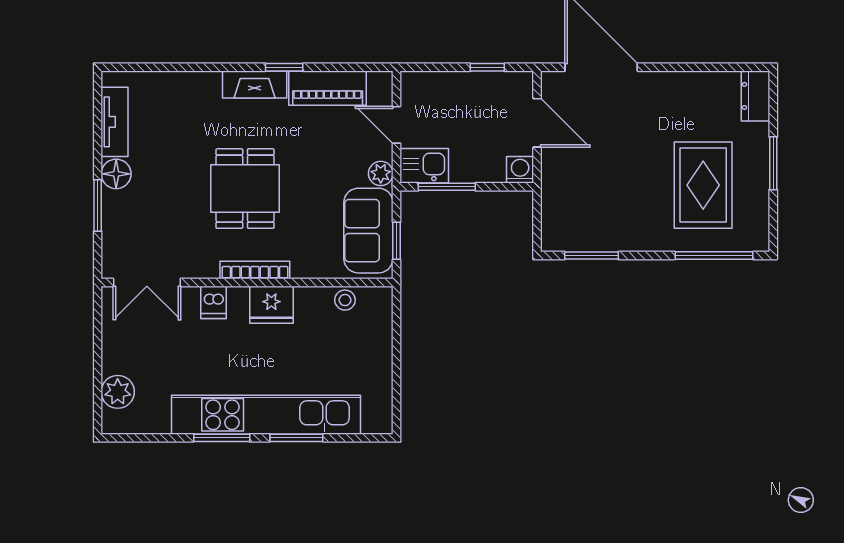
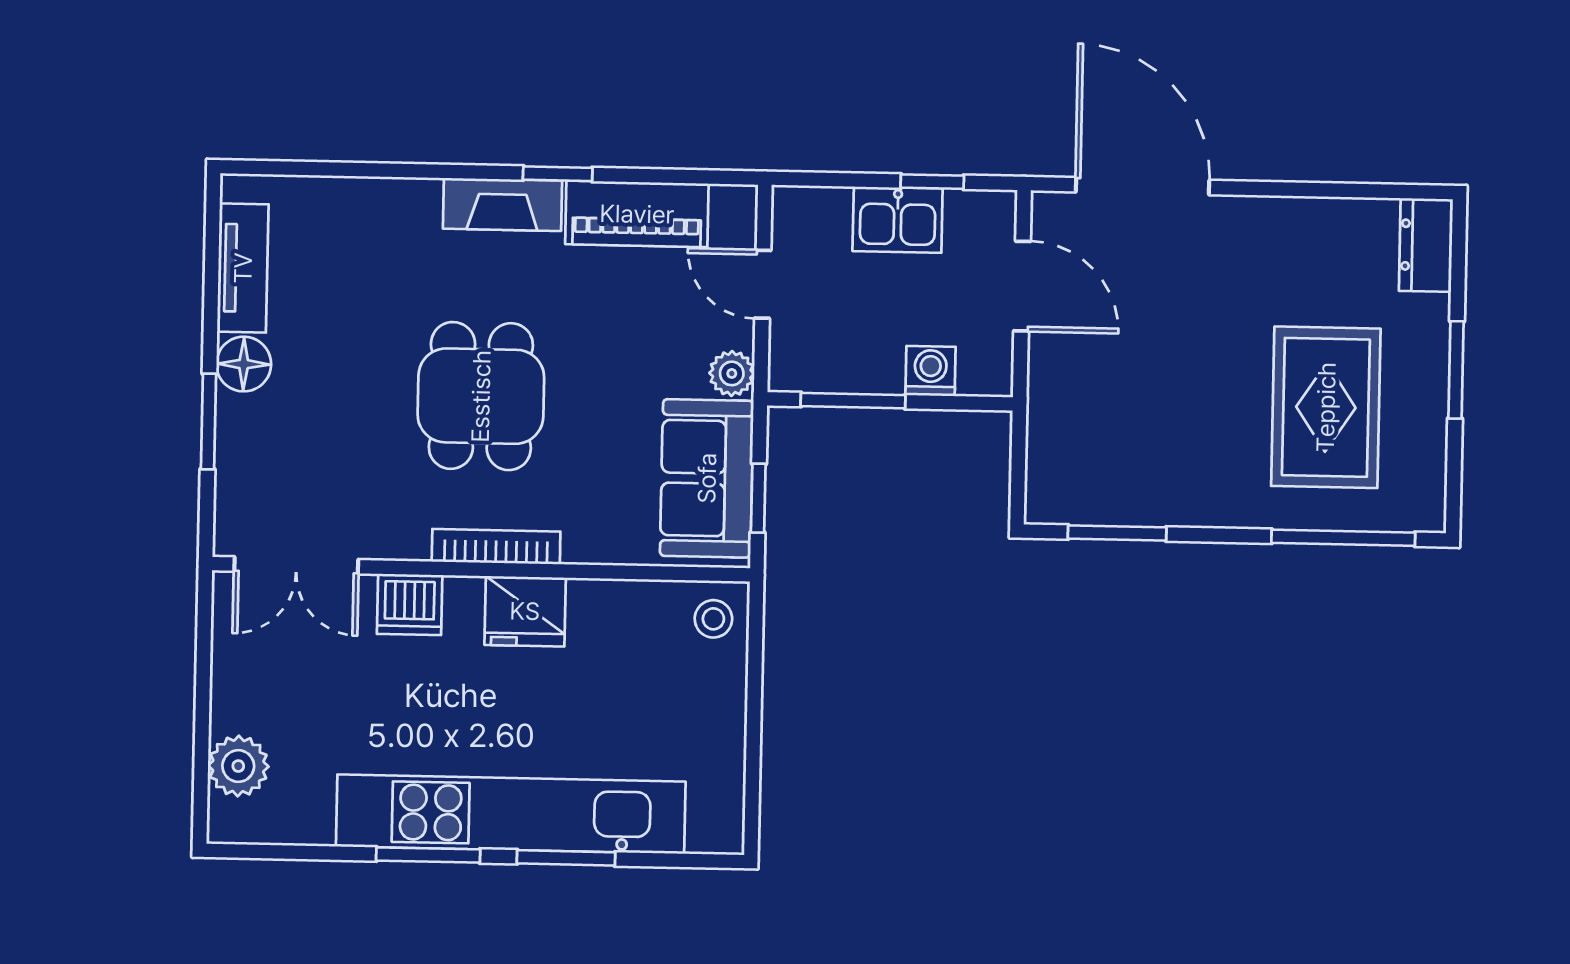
kitchen sink: (424, 166) -> (898, 220), moved, turned 180
washing machine: (520, 170) -> (931, 371), moved
stool: (345, 300) -> (713, 619), moved
dishwasher: (214, 302) -> (410, 604), width x1.38

